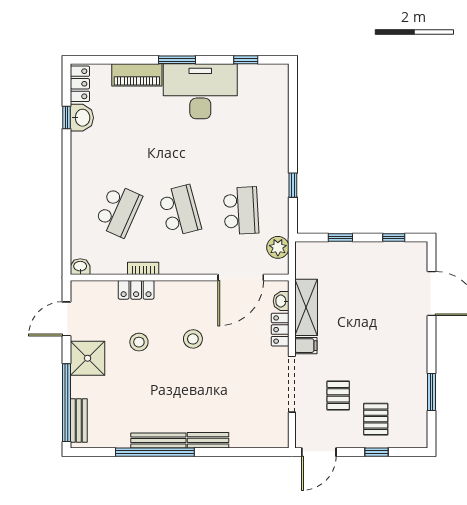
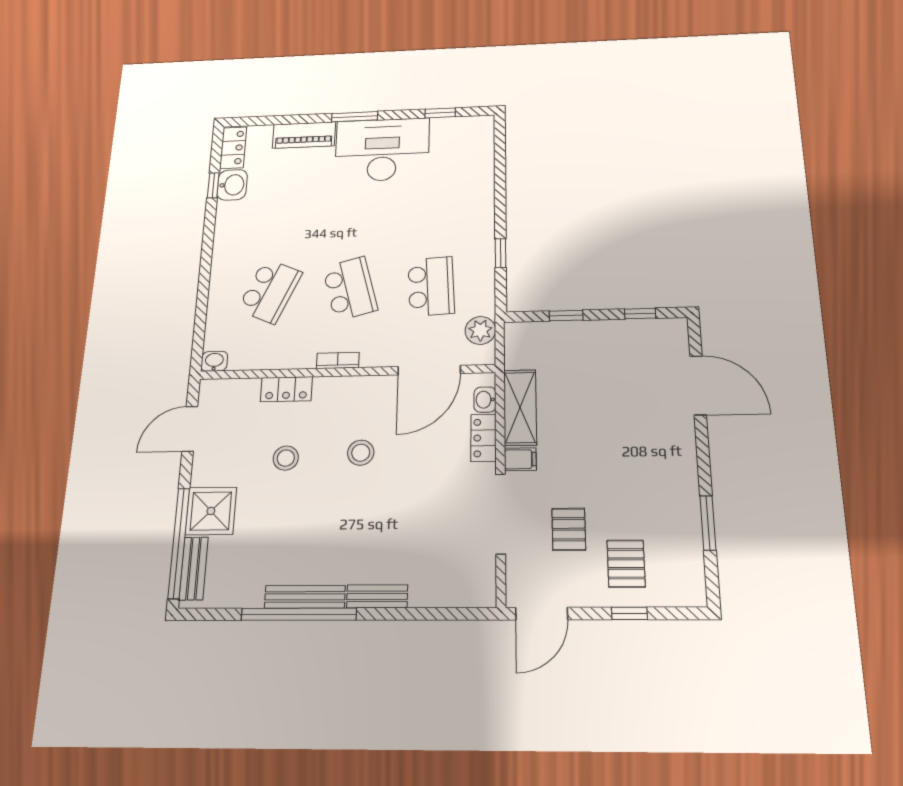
bookcase: (143, 268) -> (338, 360), moved
shower: (88, 358) -> (211, 511), moved

